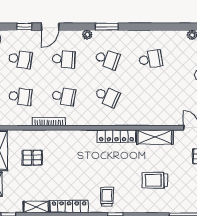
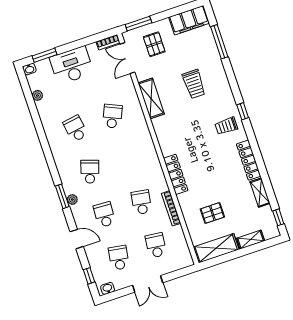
window: (24, 27) -> (89, 276), moved
window: (107, 27) -> (62, 196), moved
school desk: (107, 96) -> (112, 116), moved
locker: (116, 136) -> (176, 174), moved
pallet: (32, 158) -> (212, 213), turned 90

